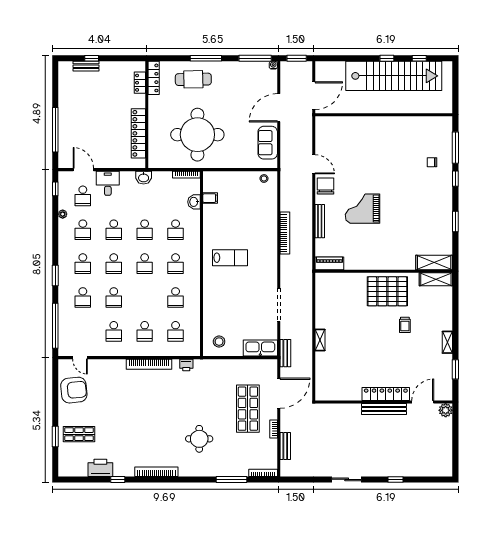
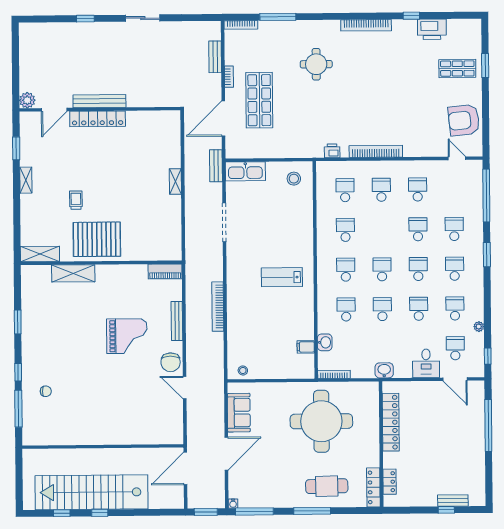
shelving: (434, 262) -> (73, 273), moved

